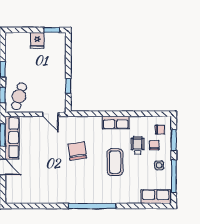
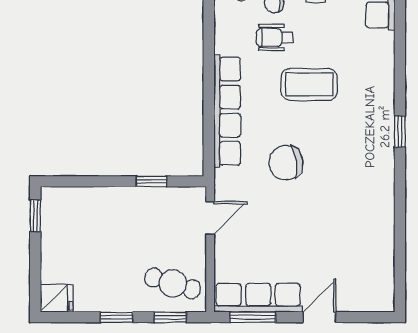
fridge: (37, 40) -> (57, 298), moved
row of seats: (116, 123) -> (227, 111), width x2.02
window: (92, 206) -> (400, 132), width x0.32

